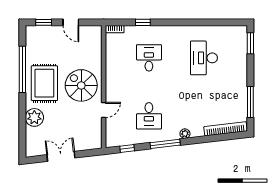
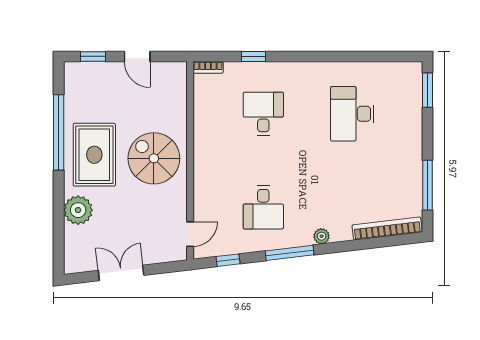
door: (104, 110) -> (190, 234), moved

